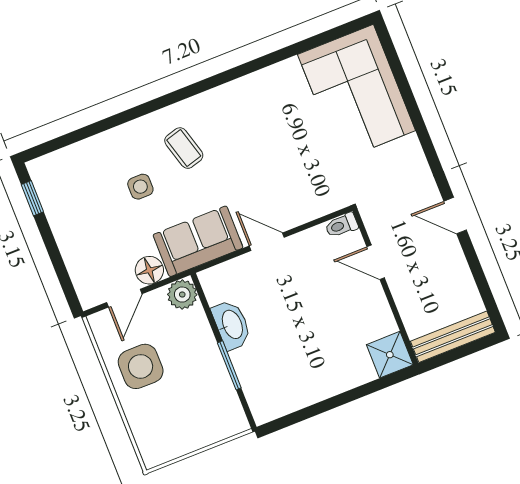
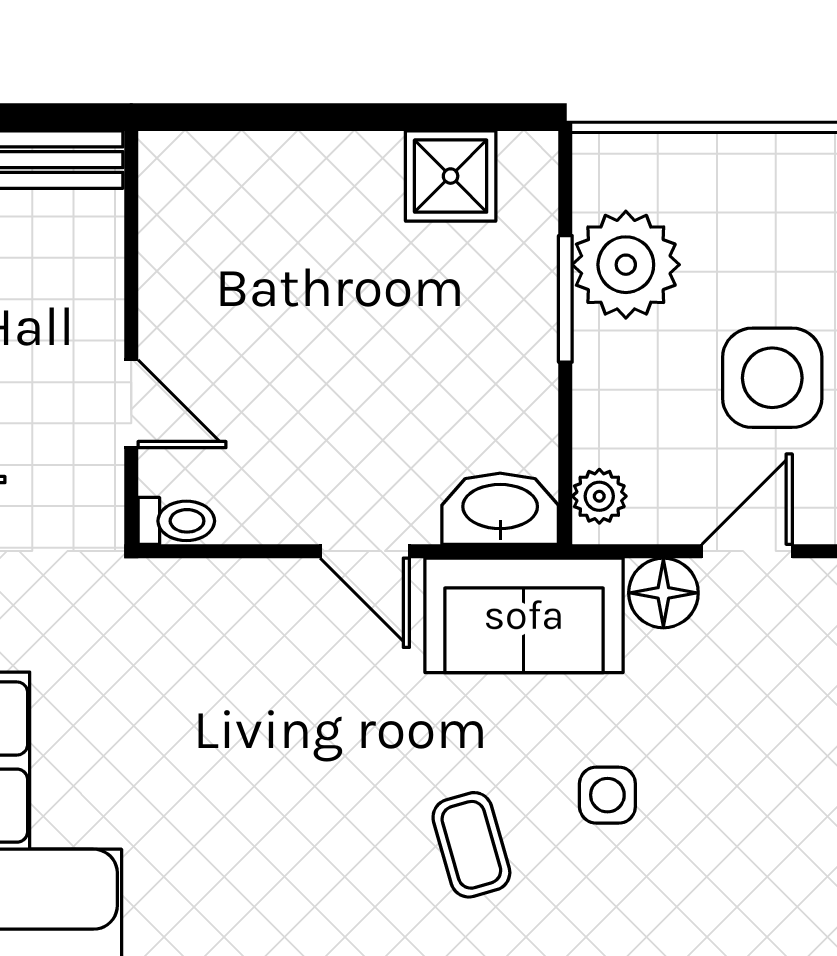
plant: (182, 295) -> (599, 496), width x0.73, depth x0.73
washbasin: (232, 325) -> (500, 509), moved, turned 90
shower: (390, 355) -> (451, 176), moved
plant: (212, 387) -> (626, 265), added

